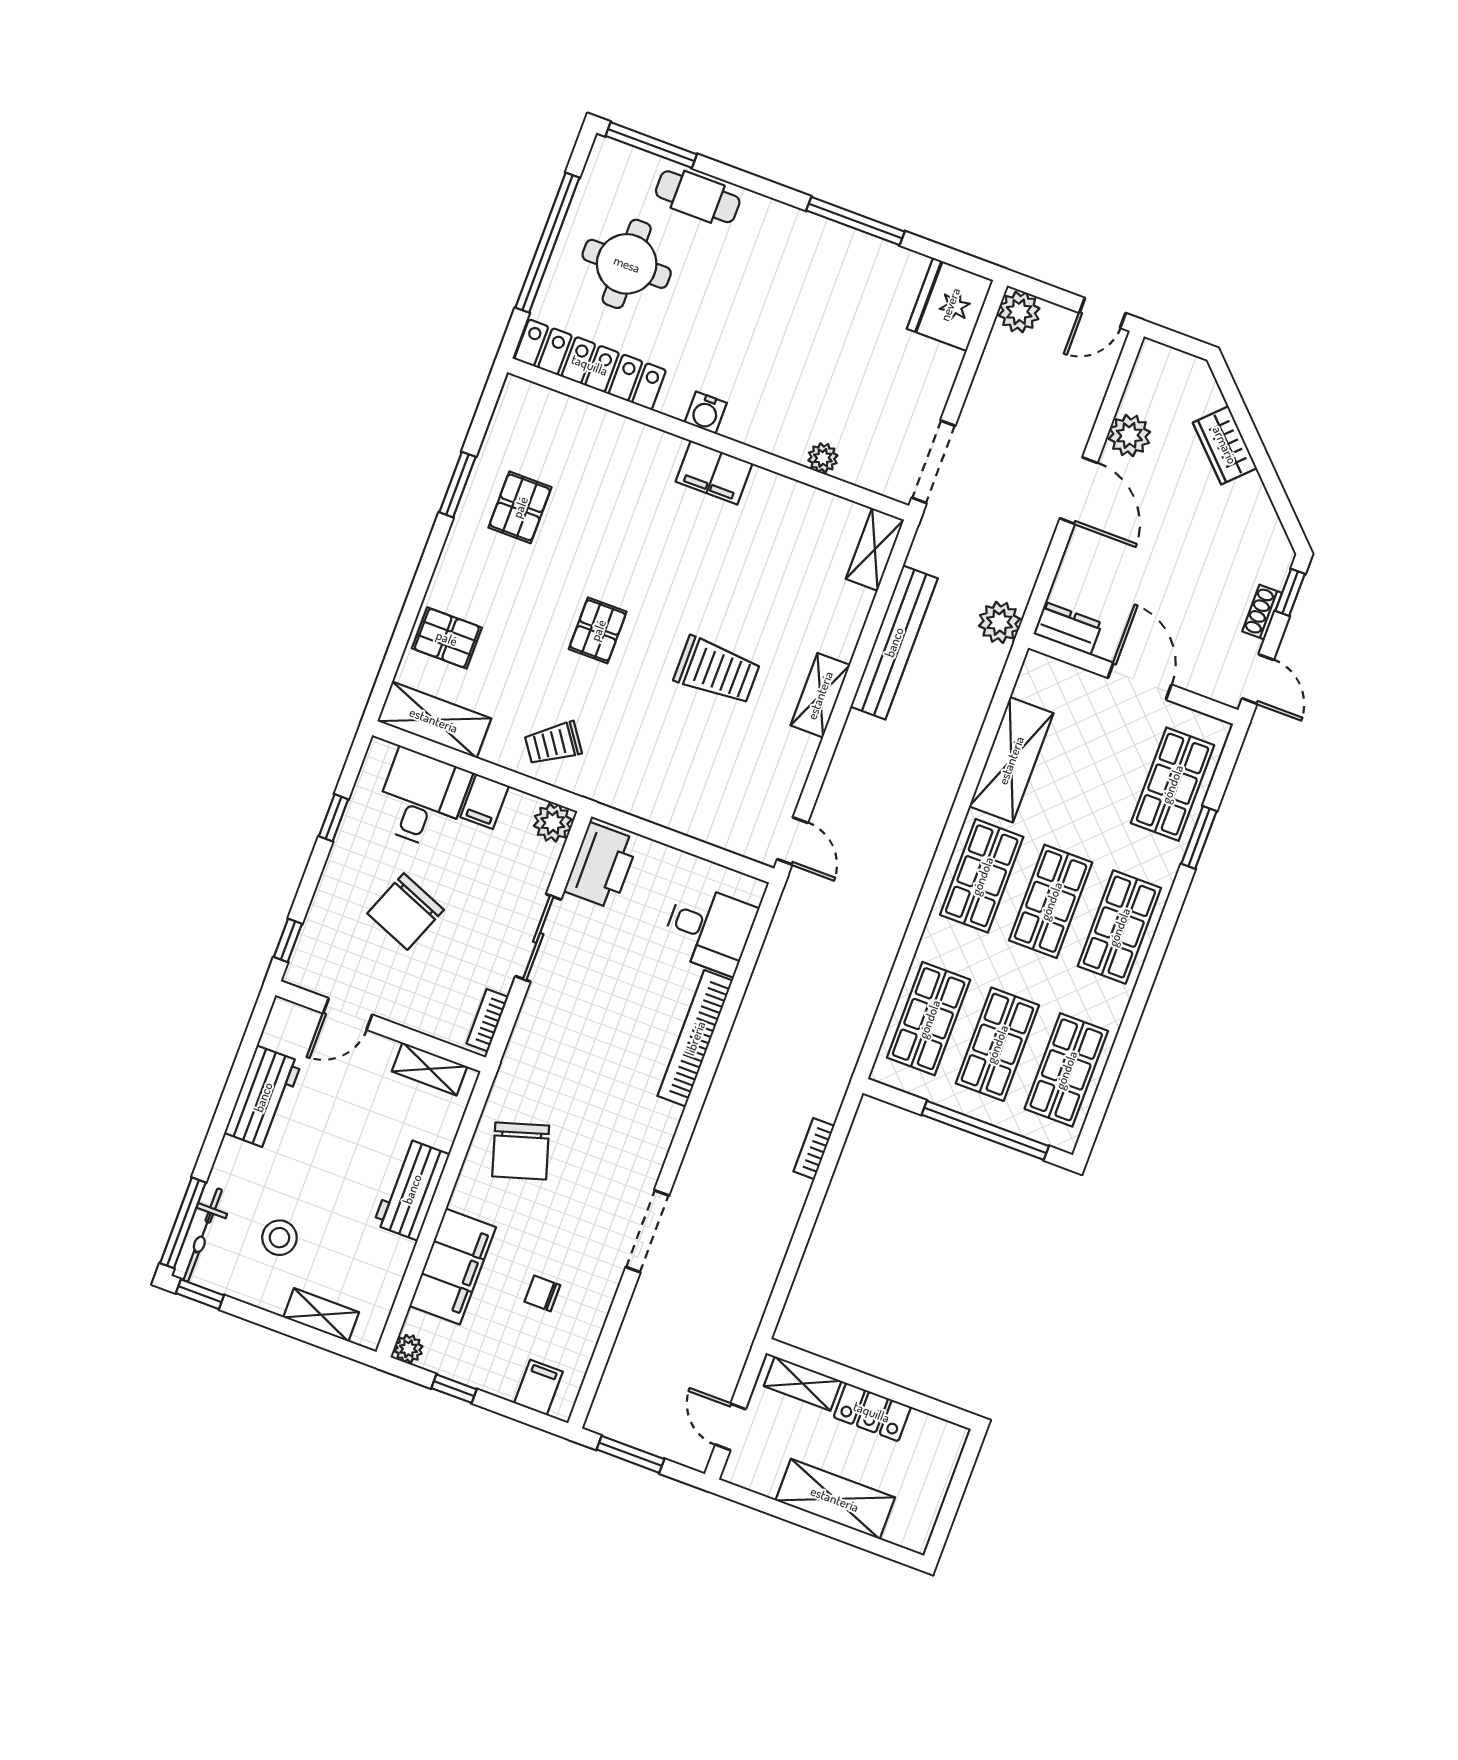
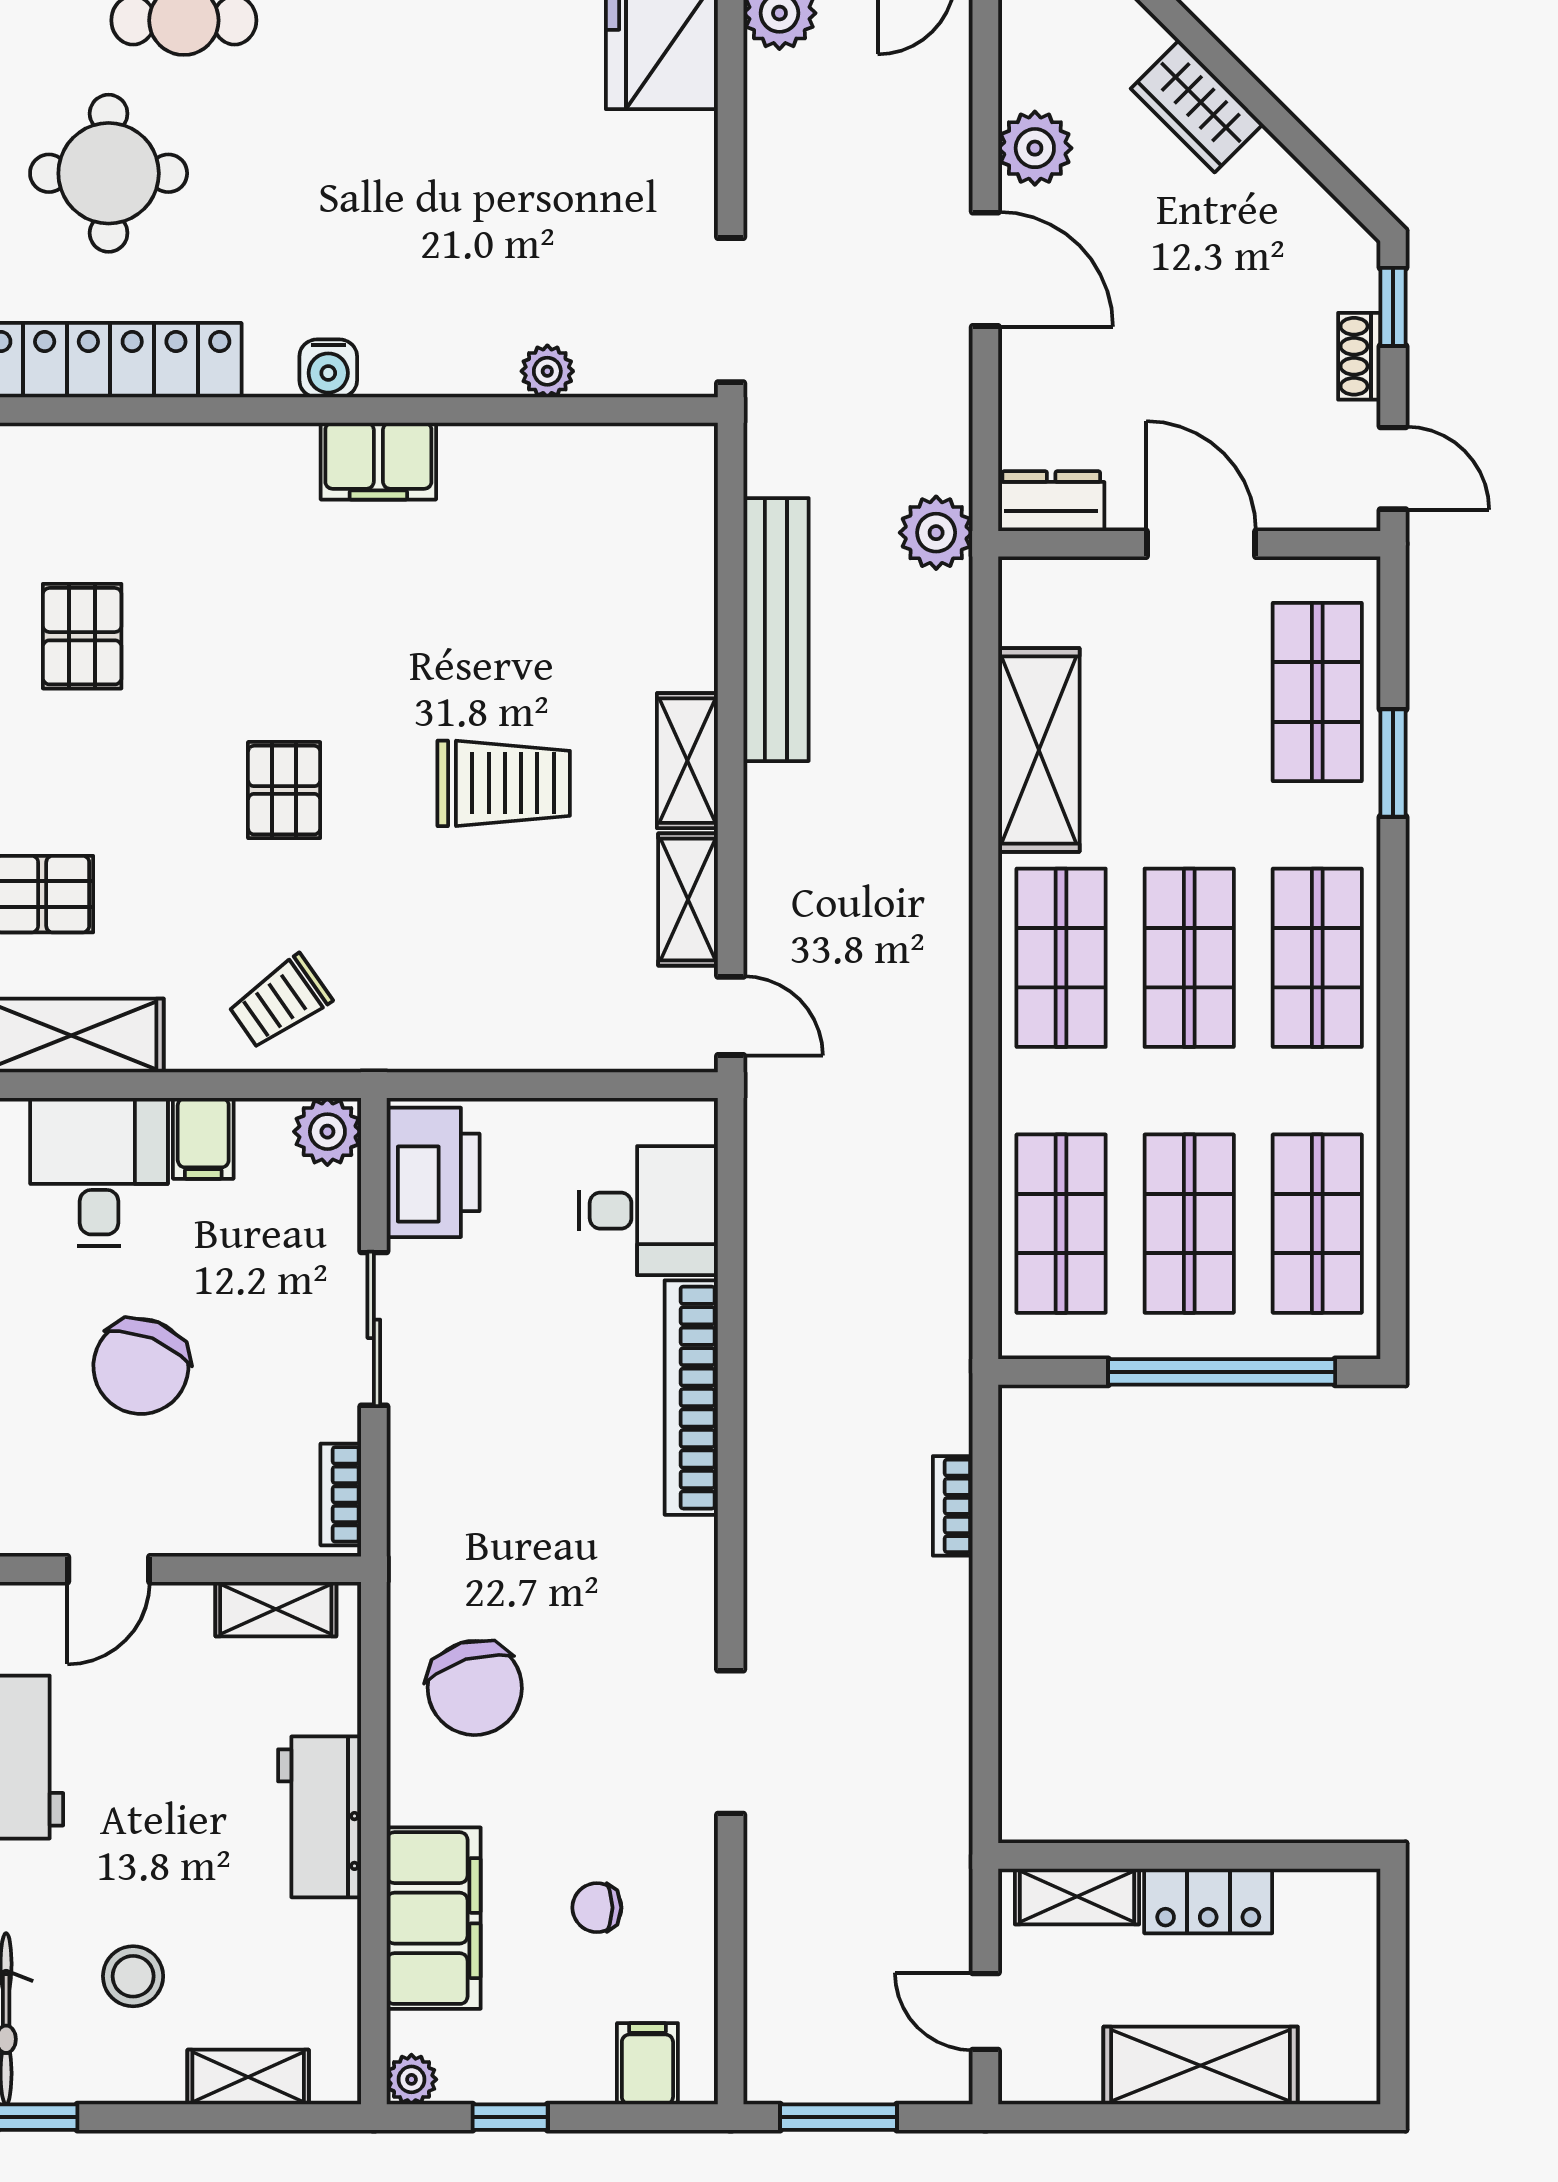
shelving: (875, 549) -> (688, 899), moved

